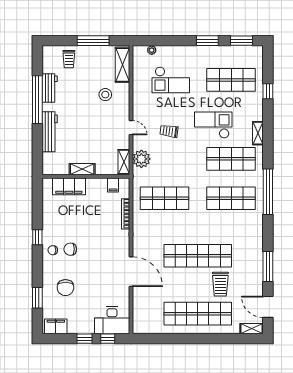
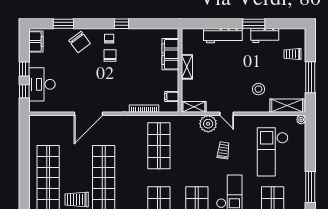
window: (207, 41) -> (310, 187), width x1.44
plant: (152, 50) -> (301, 120), moved
checkout: (171, 80) -> (273, 152), width x1.36, depth x1.21
window: (37, 100) -> (254, 24), width x0.47
door: (131, 128) -> (227, 114), hinge flipped
plant: (141, 159) -> (208, 124), moved
chair: (65, 288) -> (80, 42), moved, turned -127
desk: (112, 320) -> (42, 84), moved

